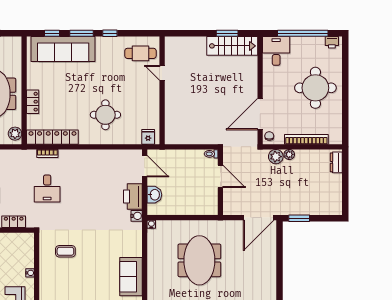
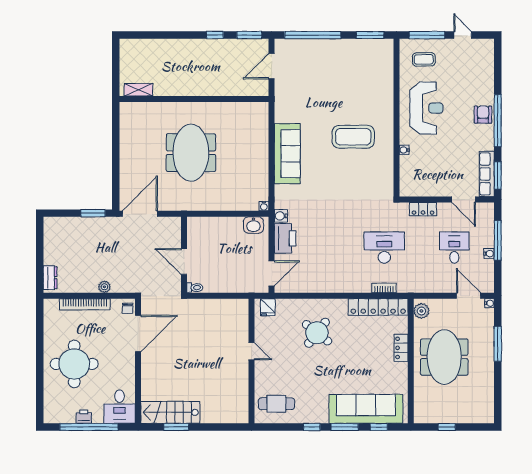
printer: (332, 42) -> (84, 417), moved
door: (162, 73) -> (251, 351), moved
round table: (105, 115) -> (317, 333), turned 38
plant: (276, 157) -> (120, 284), removed
door: (145, 166) -> (272, 273), swing flipped
desk: (47, 188) -> (384, 248), width x1.37
washbasin: (154, 195) -> (253, 225), moved, turned -90
coffee table: (65, 251) -> (353, 137), moved, width x1.86, depth x1.72
meeting table: (199, 260) -> (191, 153), moved
sofa: (131, 277) -> (287, 154), width x1.36

